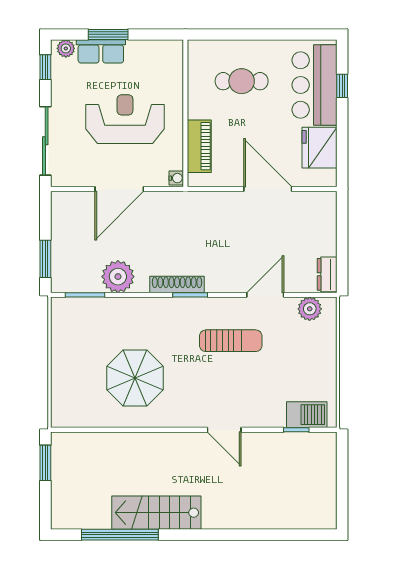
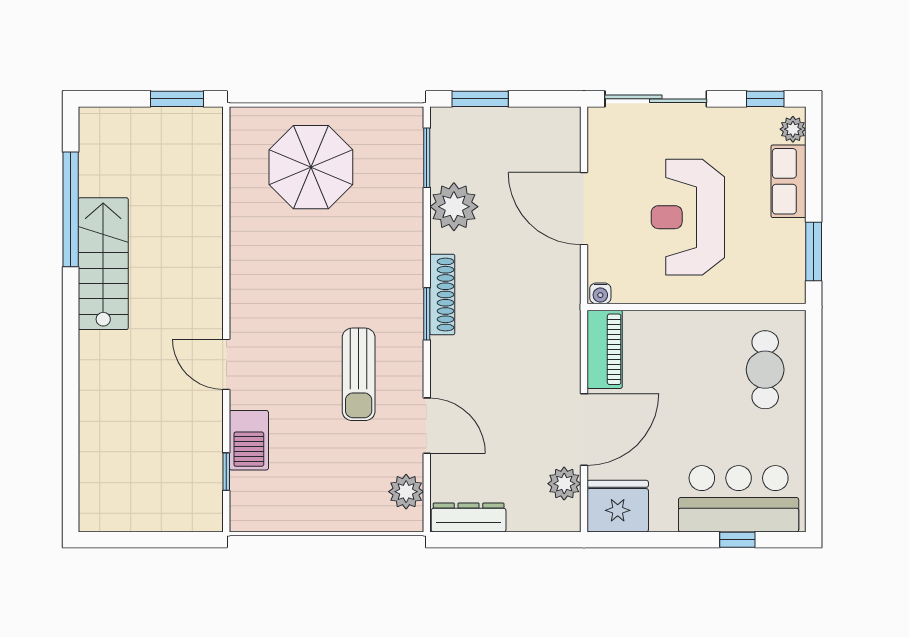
window: (108, 34) -> (814, 252), moved
cafe table: (242, 81) -> (765, 370), moved
reception desk: (125, 119) -> (688, 217), turned 180
piano: (199, 146) -> (605, 349), moved, turned -90
fridge: (319, 148) -> (618, 506), moved
plant: (304, 202) -> (564, 484), added
dresser: (327, 274) -> (469, 517), width x1.44
parasol: (135, 378) -> (311, 167), moved
barbecue: (307, 415) -> (249, 440), moved
door: (224, 430) -> (226, 364), hinge flipped

